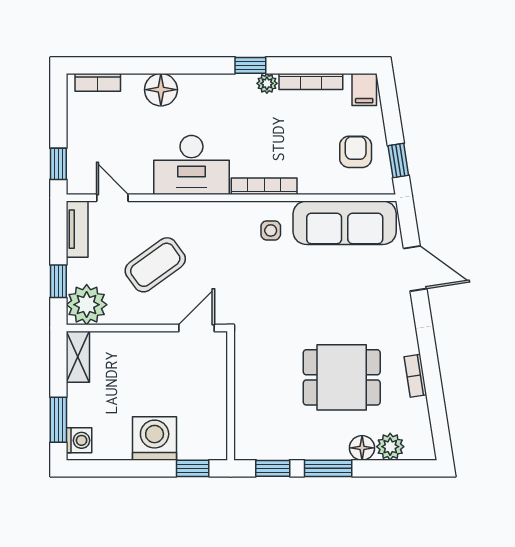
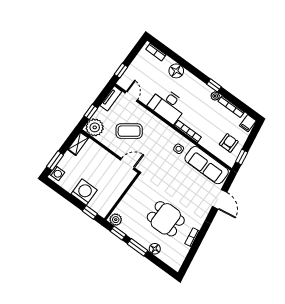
plant: (390, 447) -> (116, 220), moved

